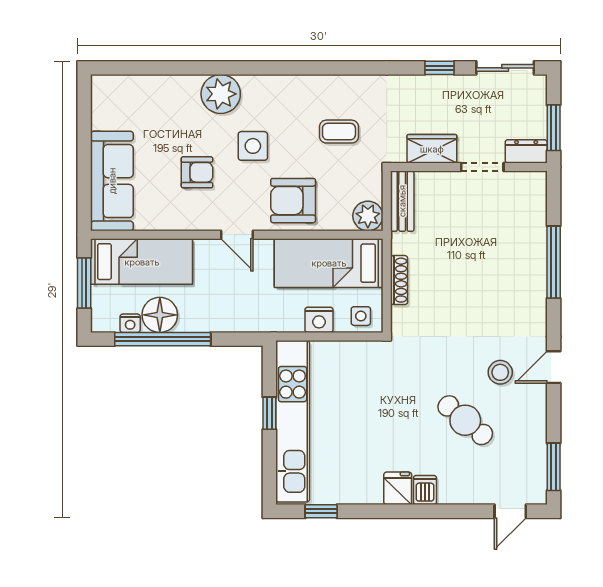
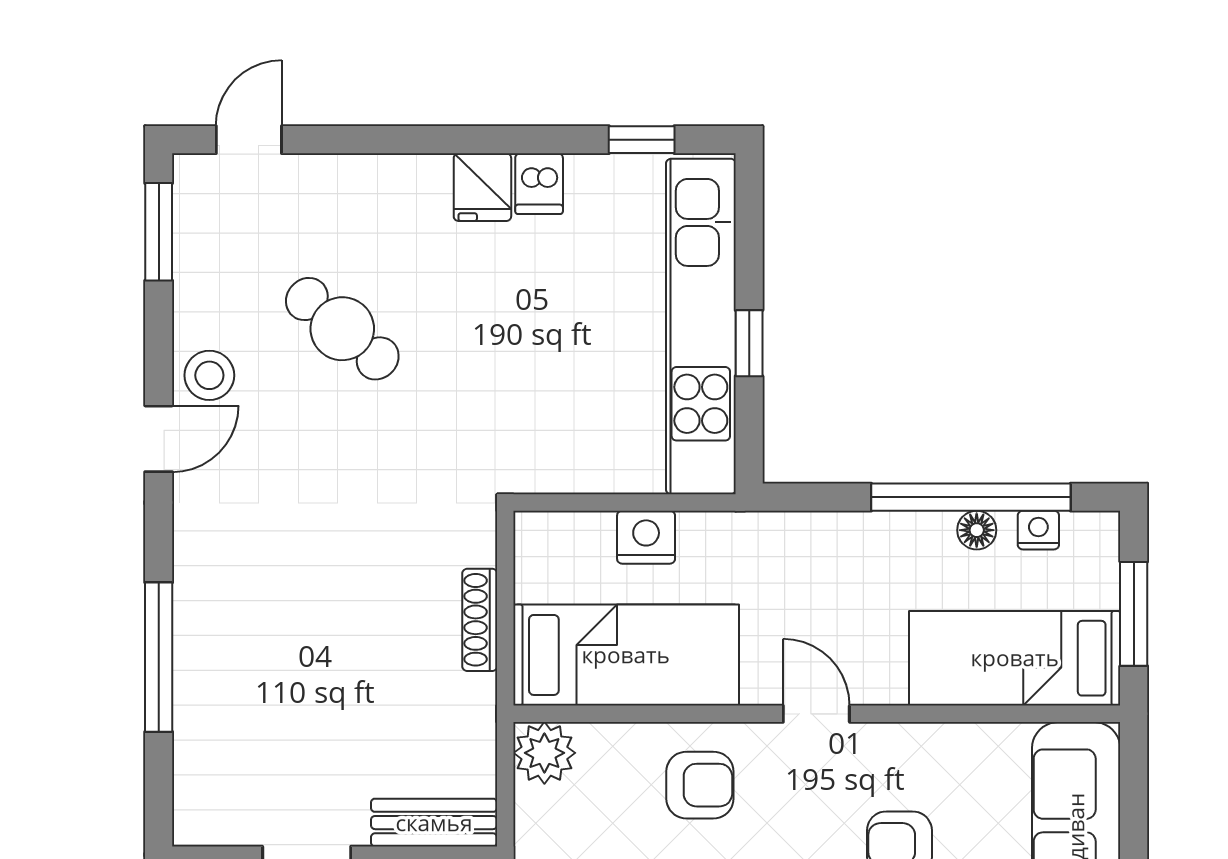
armchair: (293, 201) -> (700, 785), width x0.72, depth x0.72
bench: (402, 201) -> (434, 823), moved, turned 90
floor lamp: (160, 315) -> (977, 530), width x0.53, depth x0.53
side table: (361, 316) -> (559, 545), removed
stool: (500, 372) -> (209, 375), moved
dishwasher: (425, 490) -> (539, 184), moved

